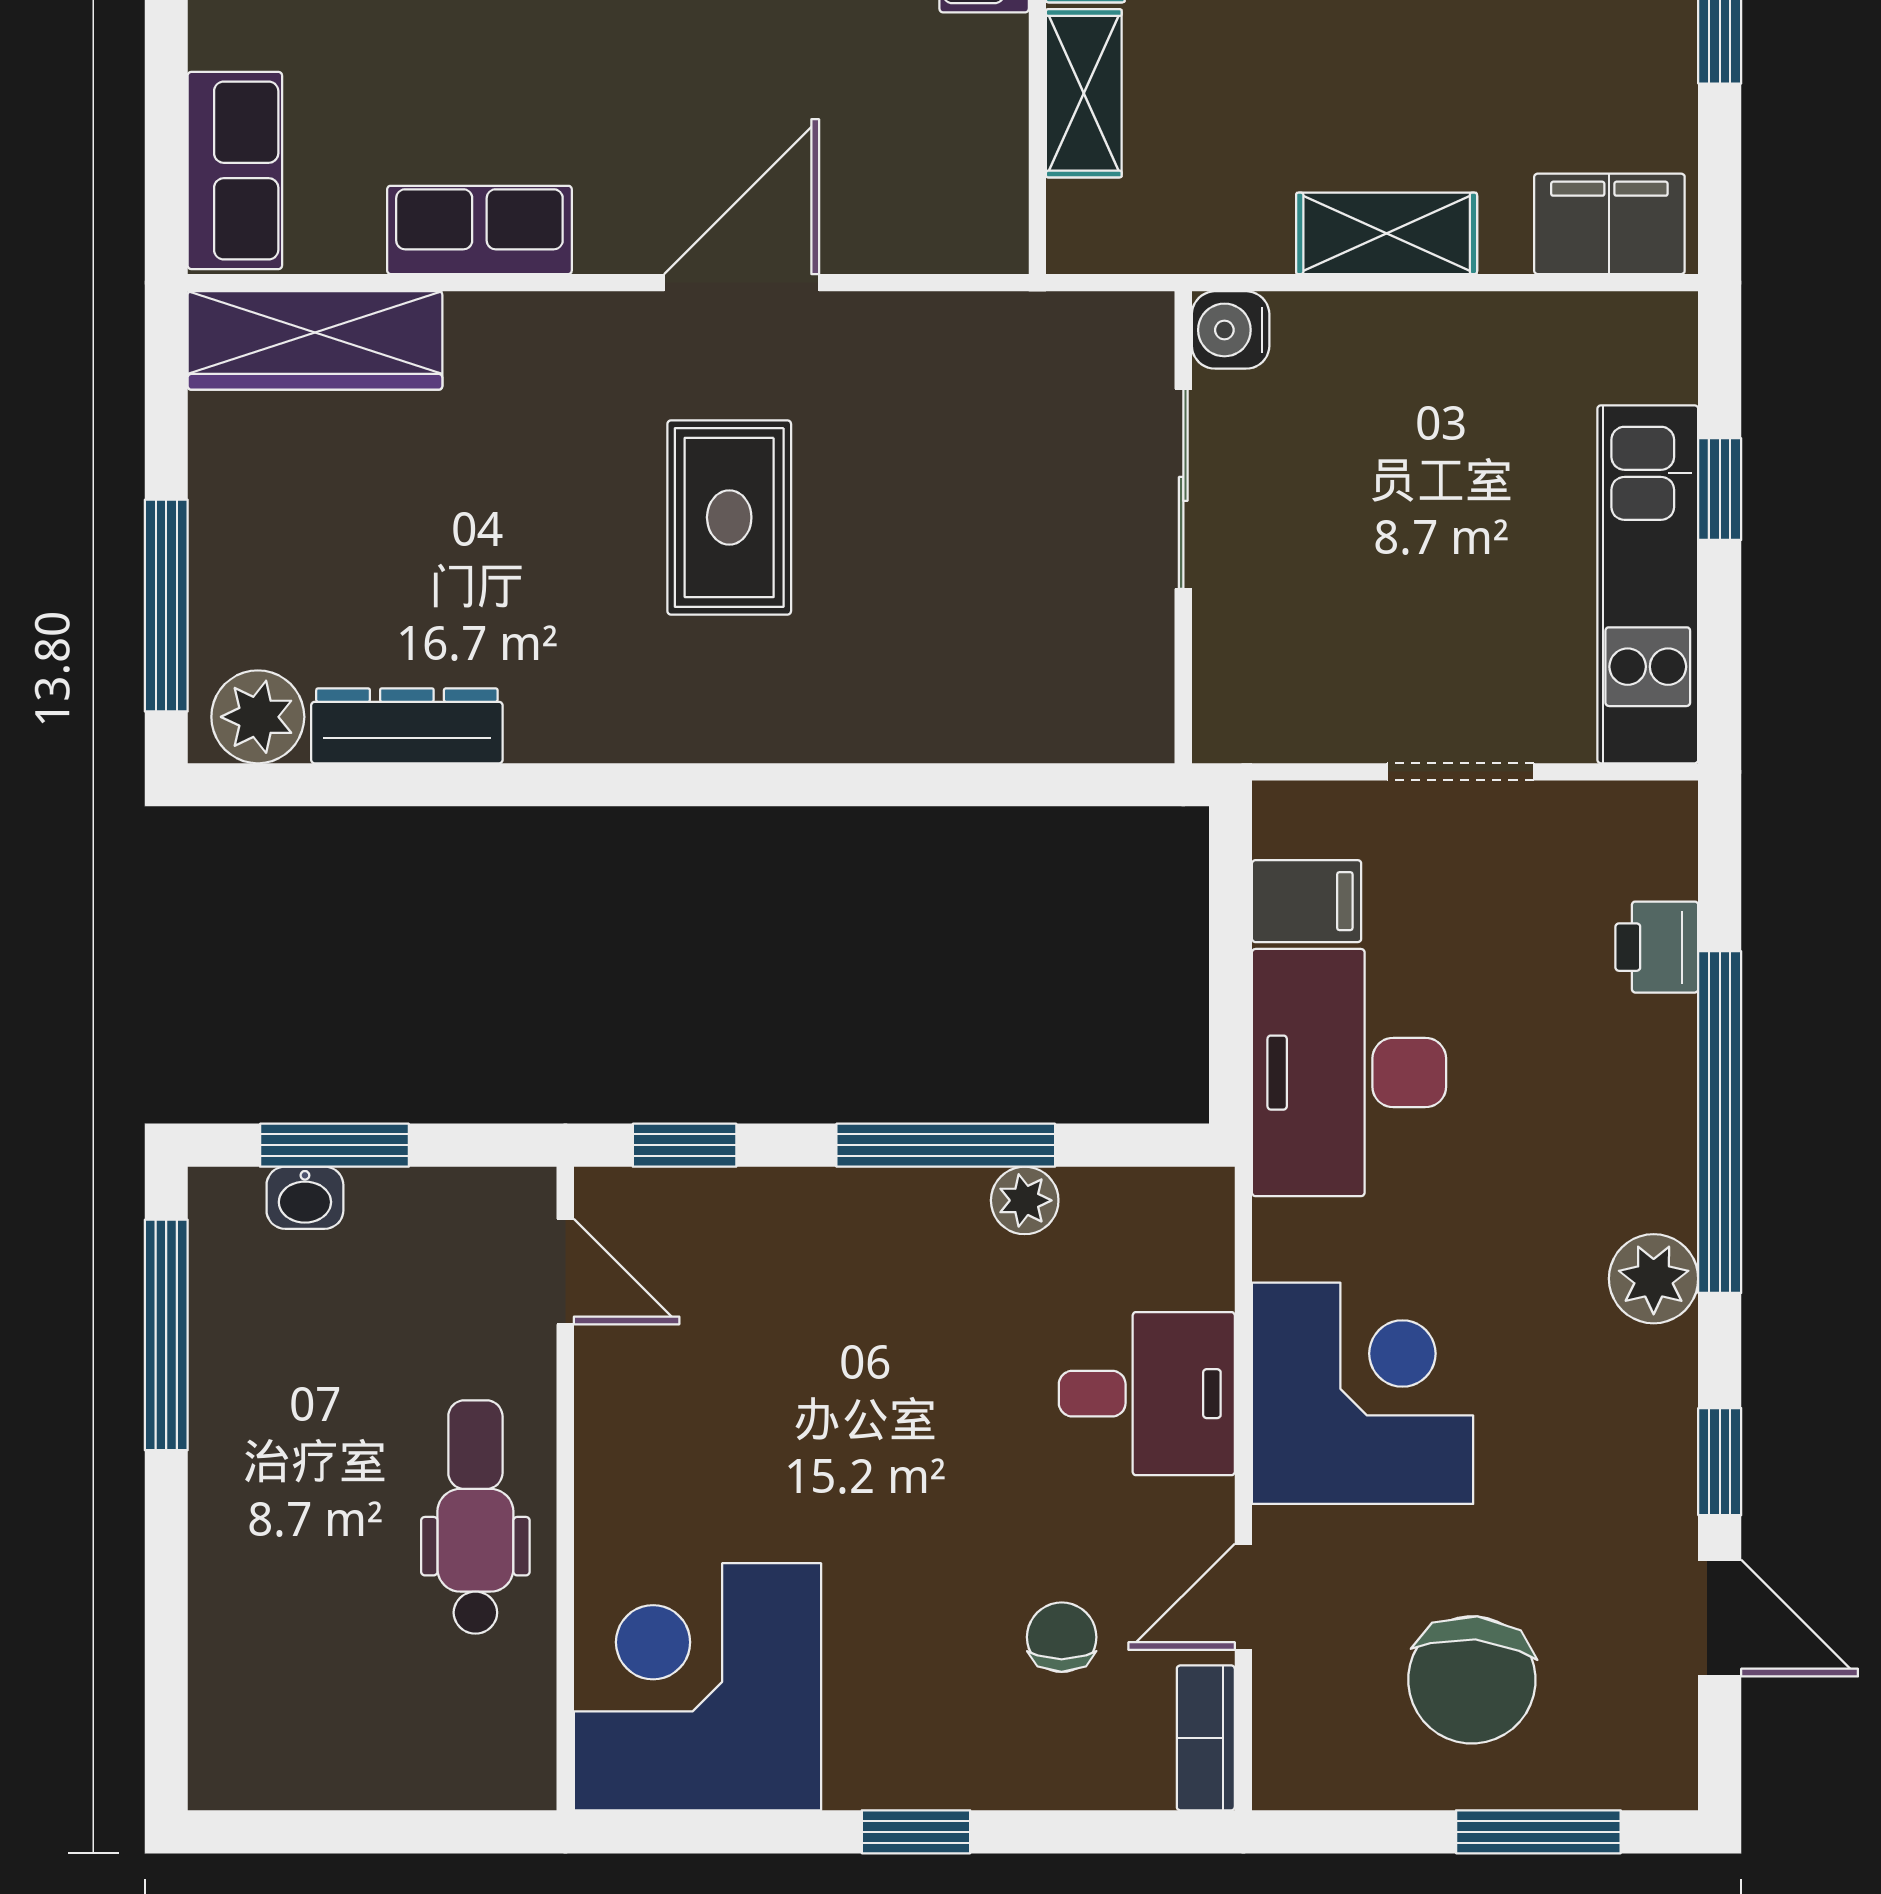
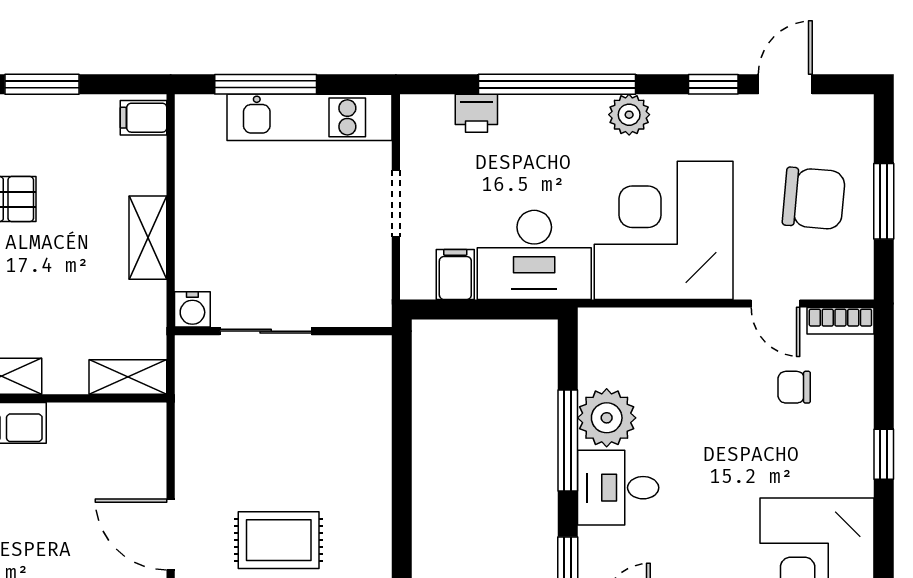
shelving: (1084, 93) -> (128, 377), moved
filing cabinet: (1609, 224) -> (144, 118), width x0.50
window: (1720, 489) -> (266, 84), width x2.17
plant: (1025, 1200) -> (607, 418), width x1.87, depth x1.87
corner desk: (1363, 1393) -> (664, 230), width x1.36, depth x1.36
desk: (1147, 1394) -> (618, 488), moved, turned -90
window: (1538, 1832) -> (884, 201), moved

